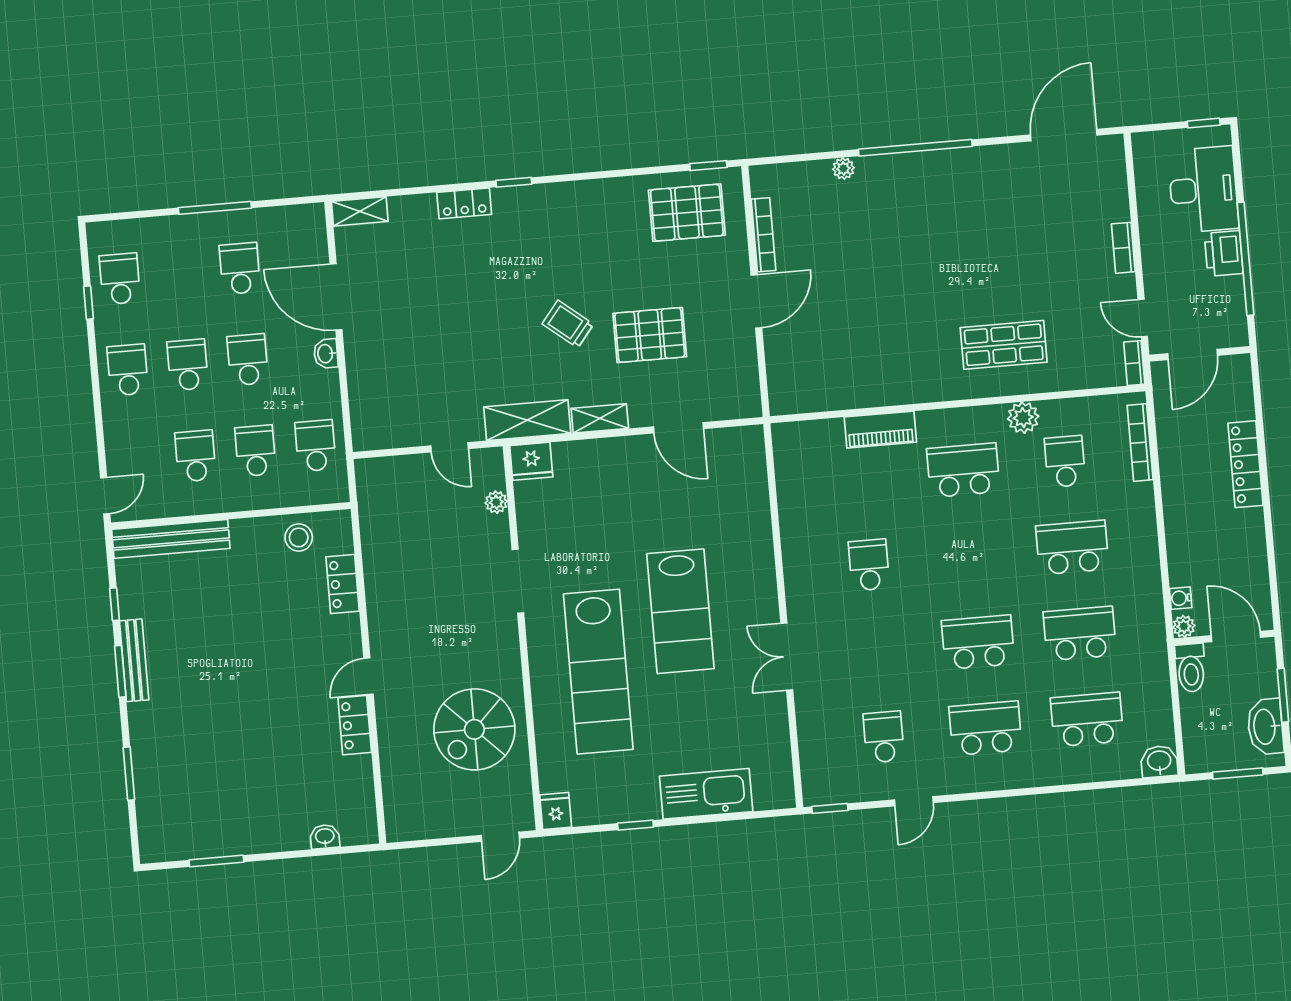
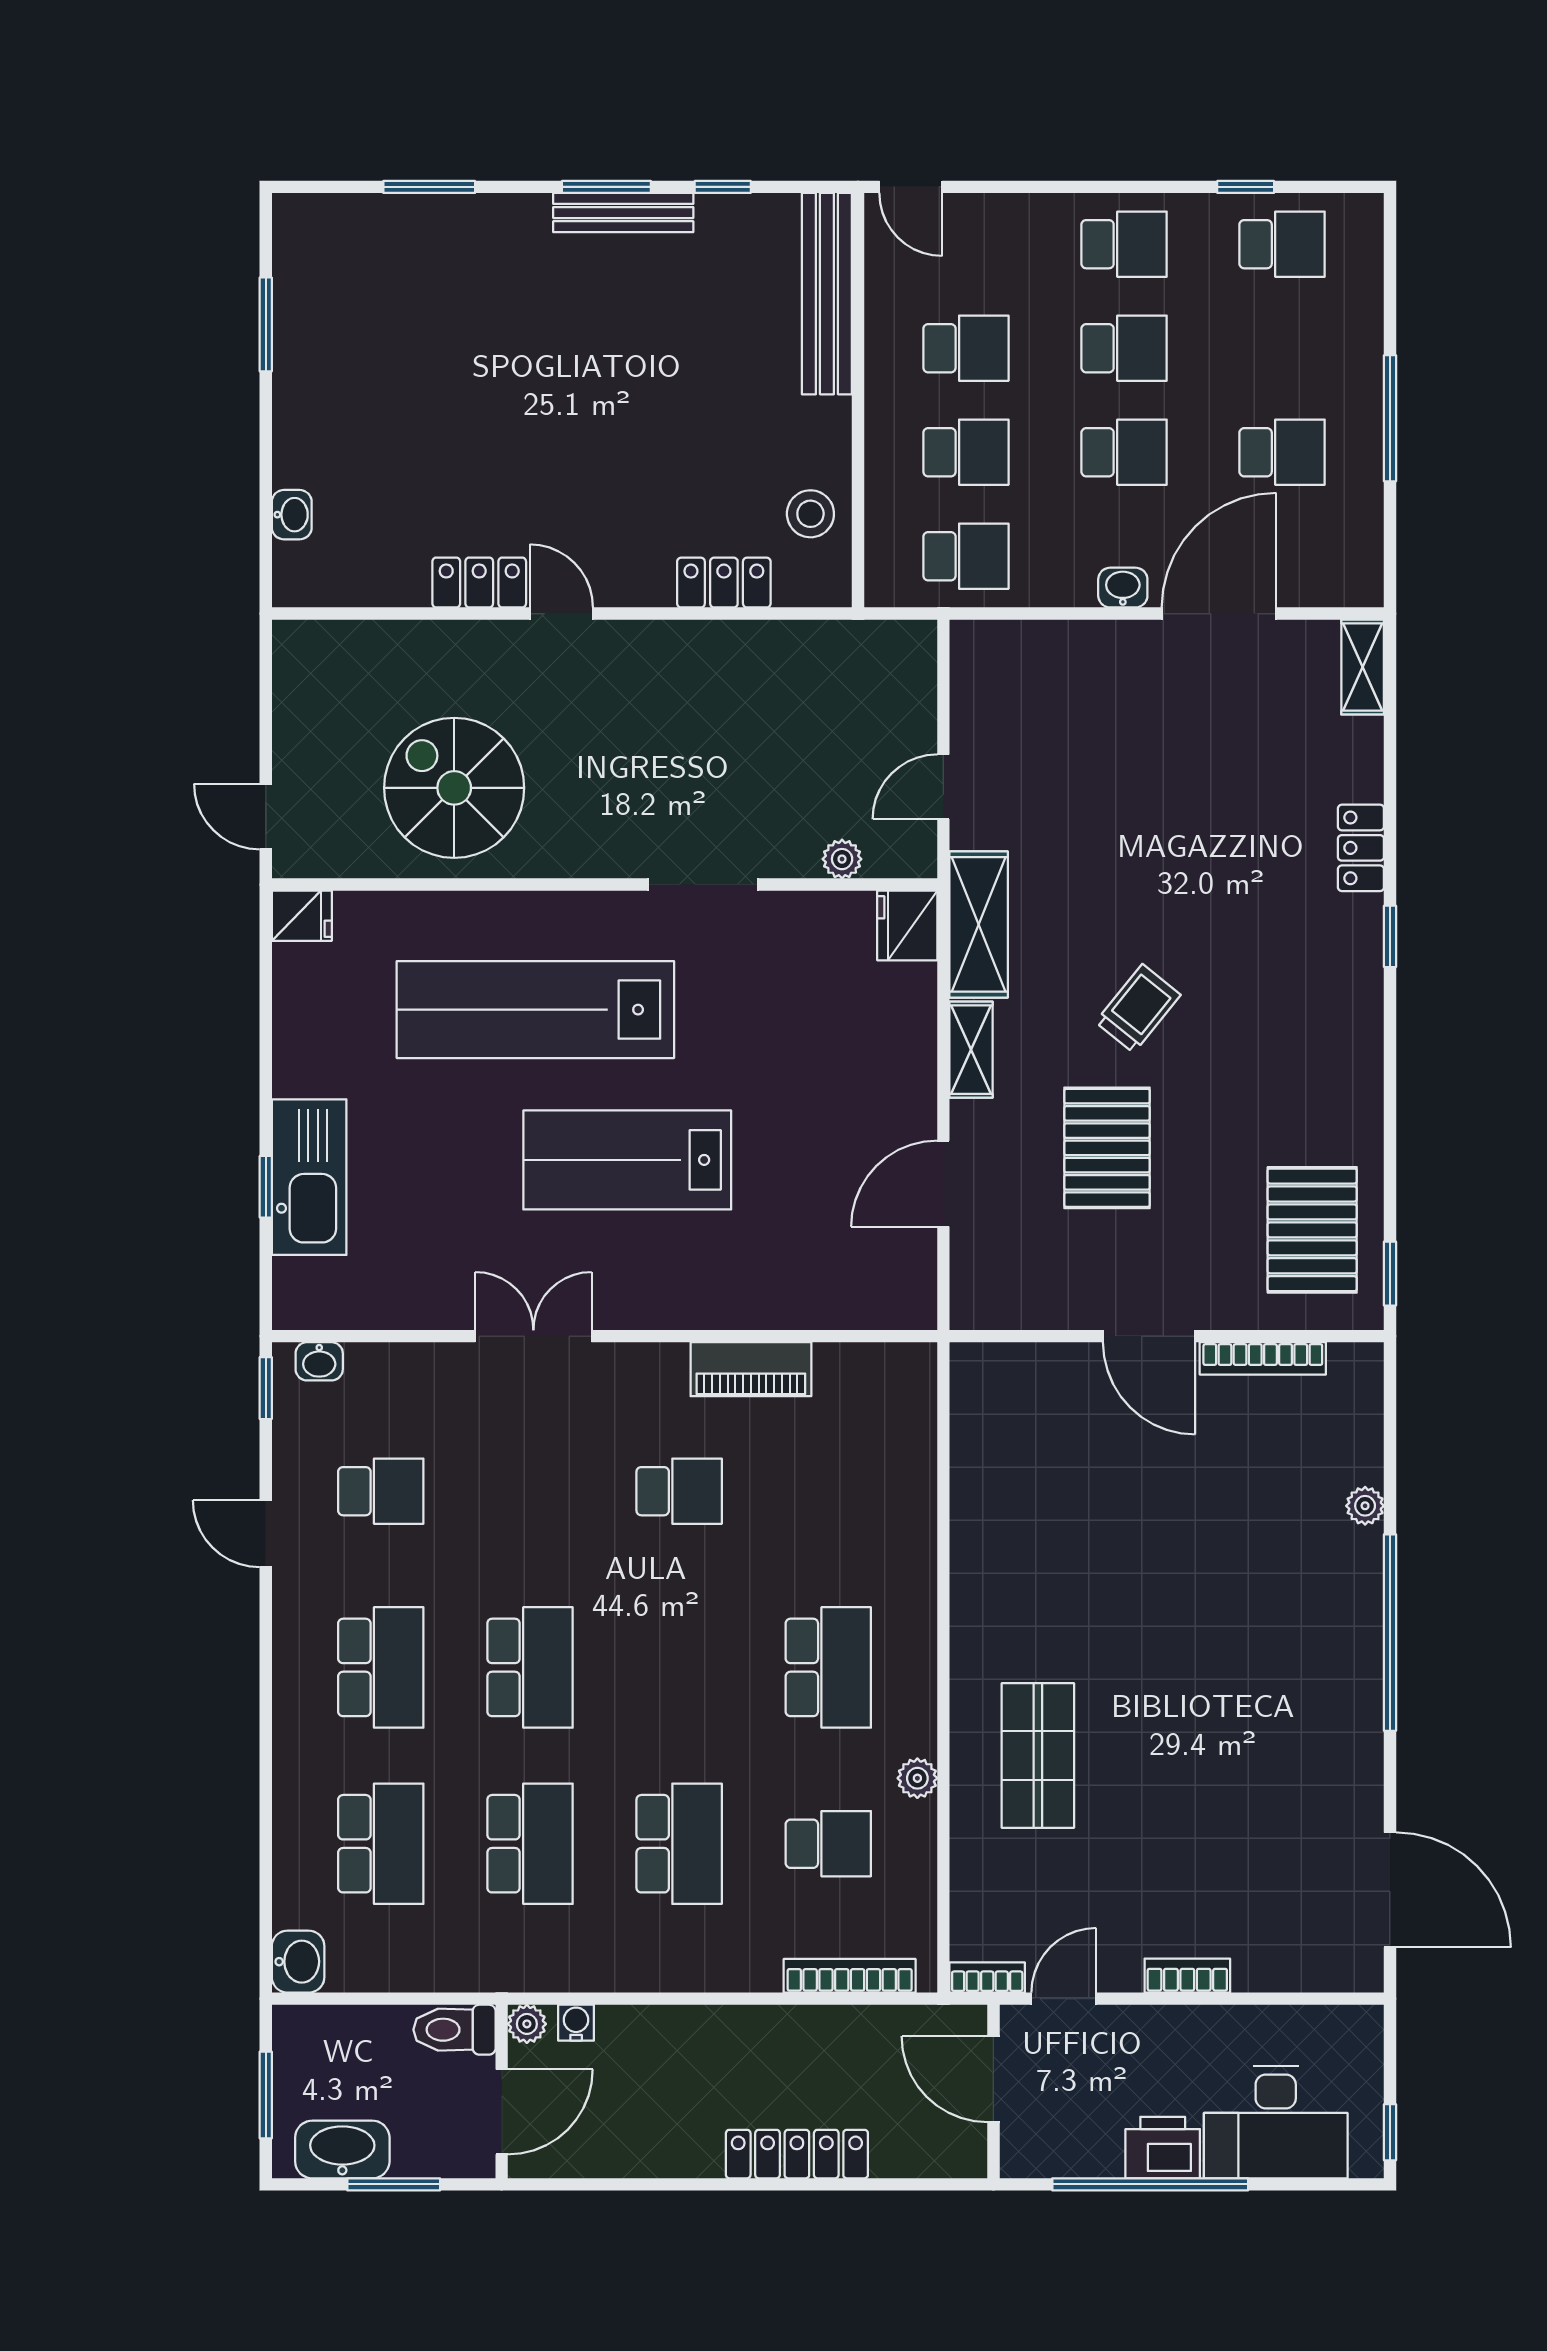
plant: (1023, 418) -> (917, 1778), width x0.73, depth x0.73
piano: (880, 430) -> (751, 1369), moved, turned -90
washbasin: (812, 779) -> (319, 1361), added
window: (636, 825) -> (266, 1187), moved

